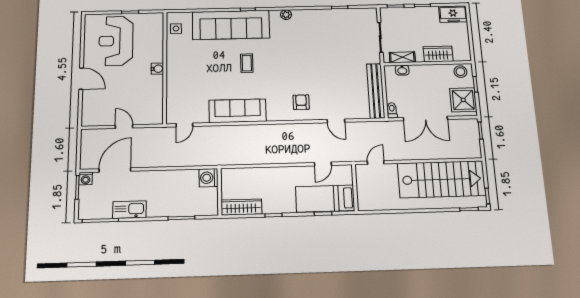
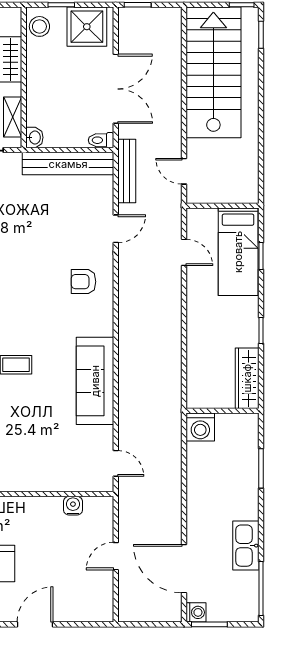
water cooler: (157, 69) -> (73, 506), moved
washbasin: (402, 70) -> (34, 137), moved
bench: (373, 127) -> (127, 171), added

